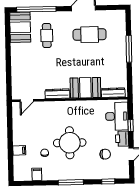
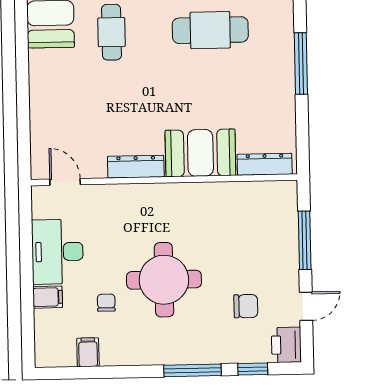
door: (27, 100) -> (65, 182), swing flipped
desk: (117, 116) -> (57, 252), moved, turned 180
window: (131, 126) -> (305, 240), width x2.17
printer: (122, 139) -> (286, 345), moved
window: (71, 182) -> (193, 370), moved

